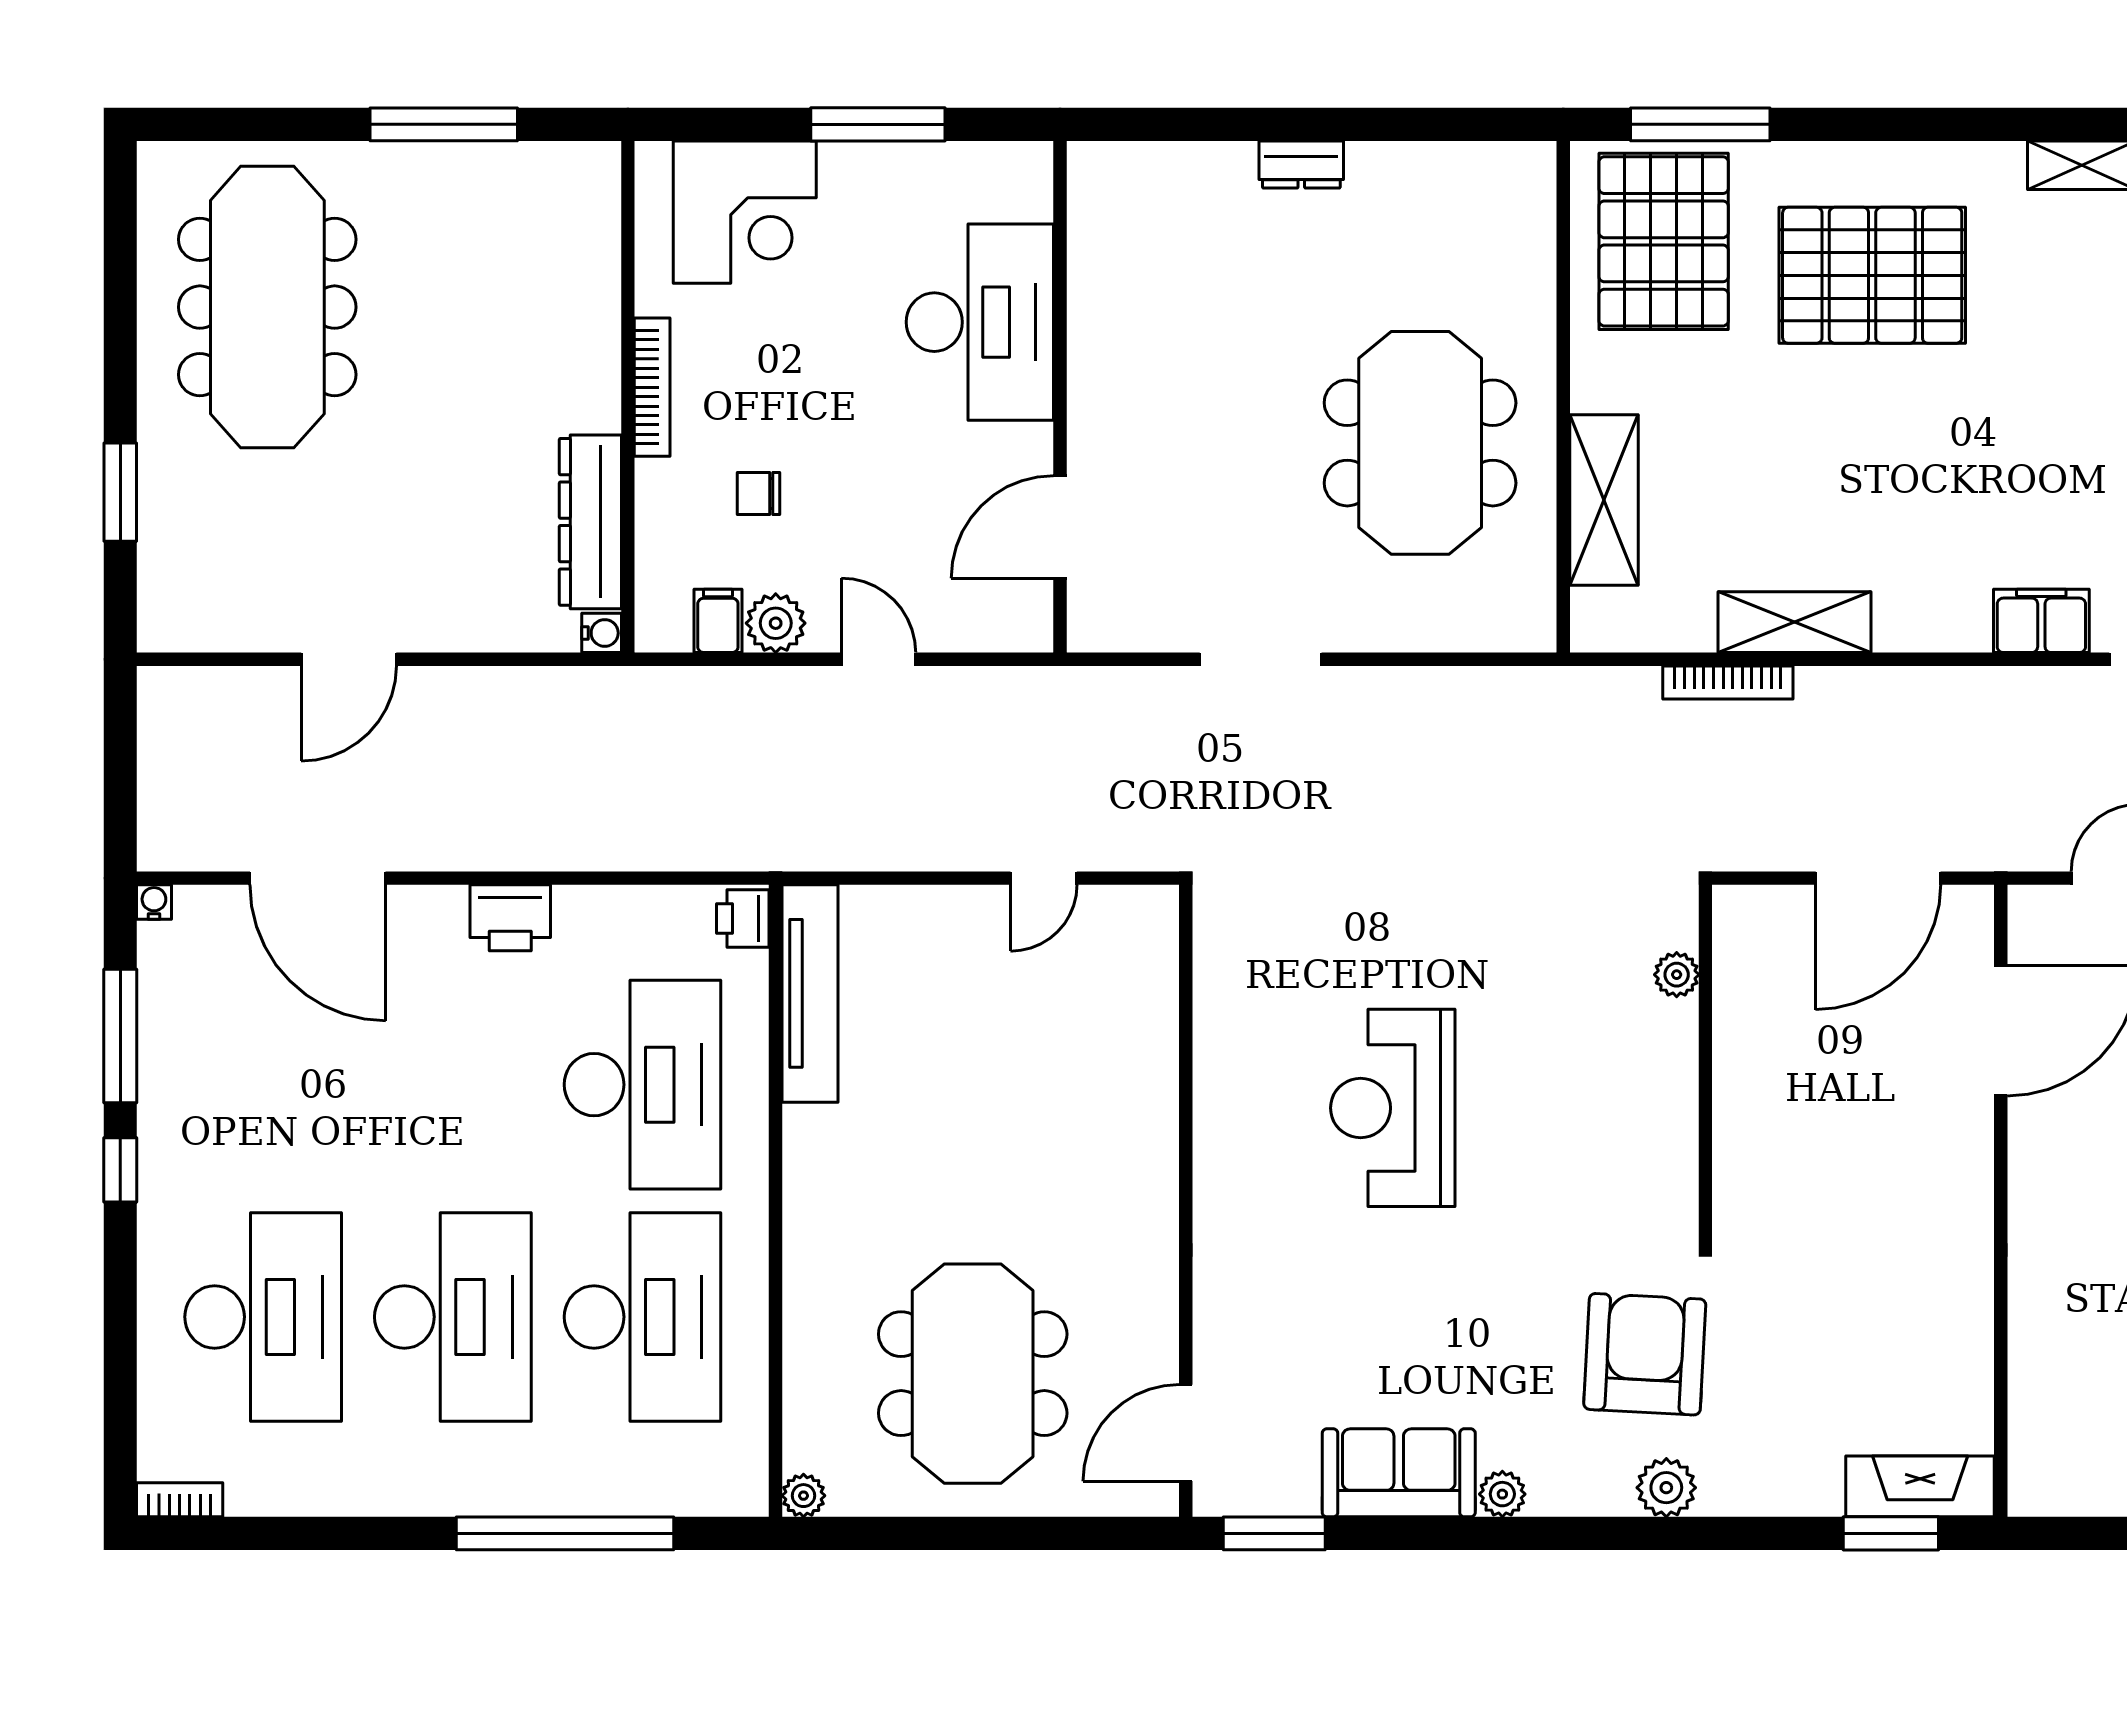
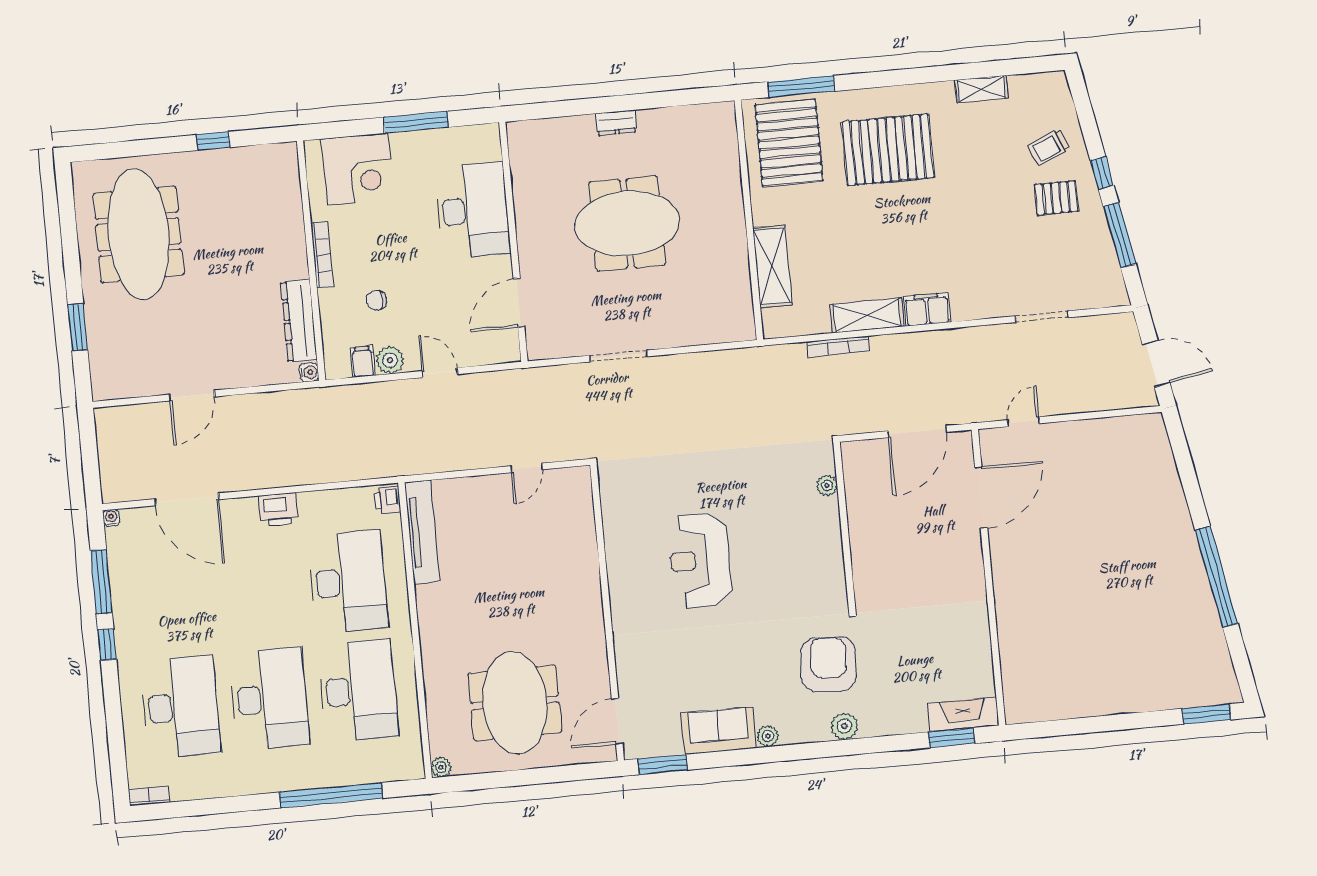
window: (444, 124) -> (213, 141), width x0.46
meeting table: (1420, 443) -> (627, 223), moved, turned 90
filing cabinet: (2041, 621) -> (927, 309), moved

